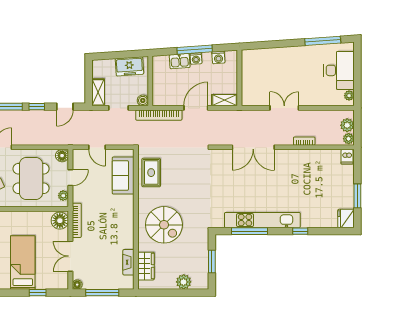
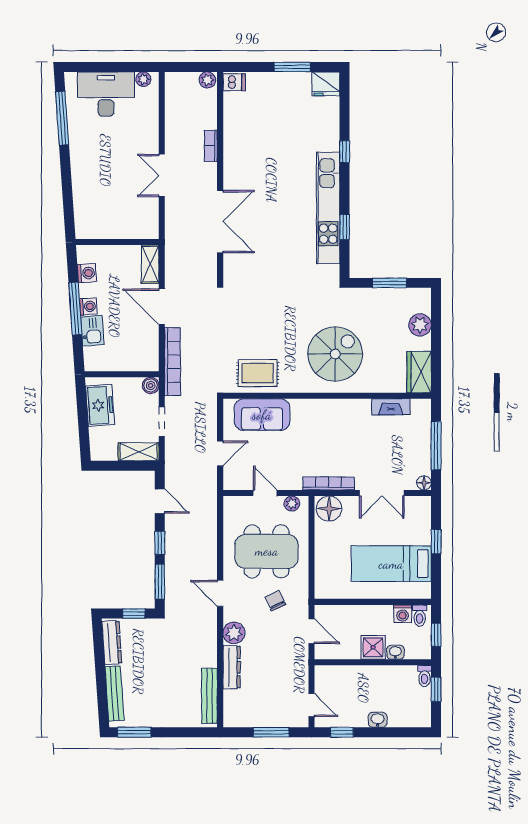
plant: (347, 125) -> (188, 82), removed
floor lamp: (62, 156) -> (232, 505), removed
window: (250, 231) -> (345, 227), width x0.46
wardrobe: (146, 266) -> (419, 372), moved, turned -90

